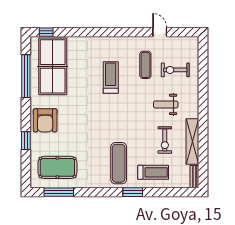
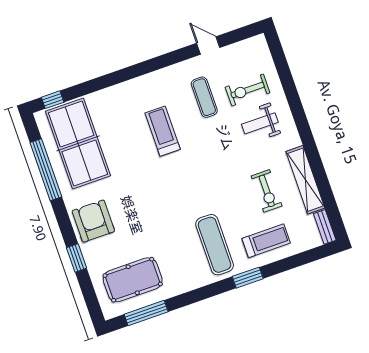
weight bench: (166, 104) -> (260, 123), moved
armchair: (45, 120) -> (93, 221), turned 180

